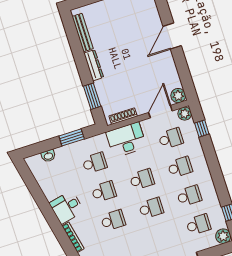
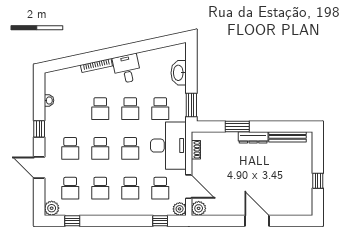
window: (92, 96) -> (237, 127), moved
shoe rack: (123, 116) -> (196, 150), width x0.70
window: (72, 137) -> (191, 105), moved
desk: (126, 140) -> (168, 146), width x1.36, depth x1.30
washbasin: (48, 156) -> (179, 73), width x1.91, depth x1.45
school desk: (160, 237) -> (70, 148), added

